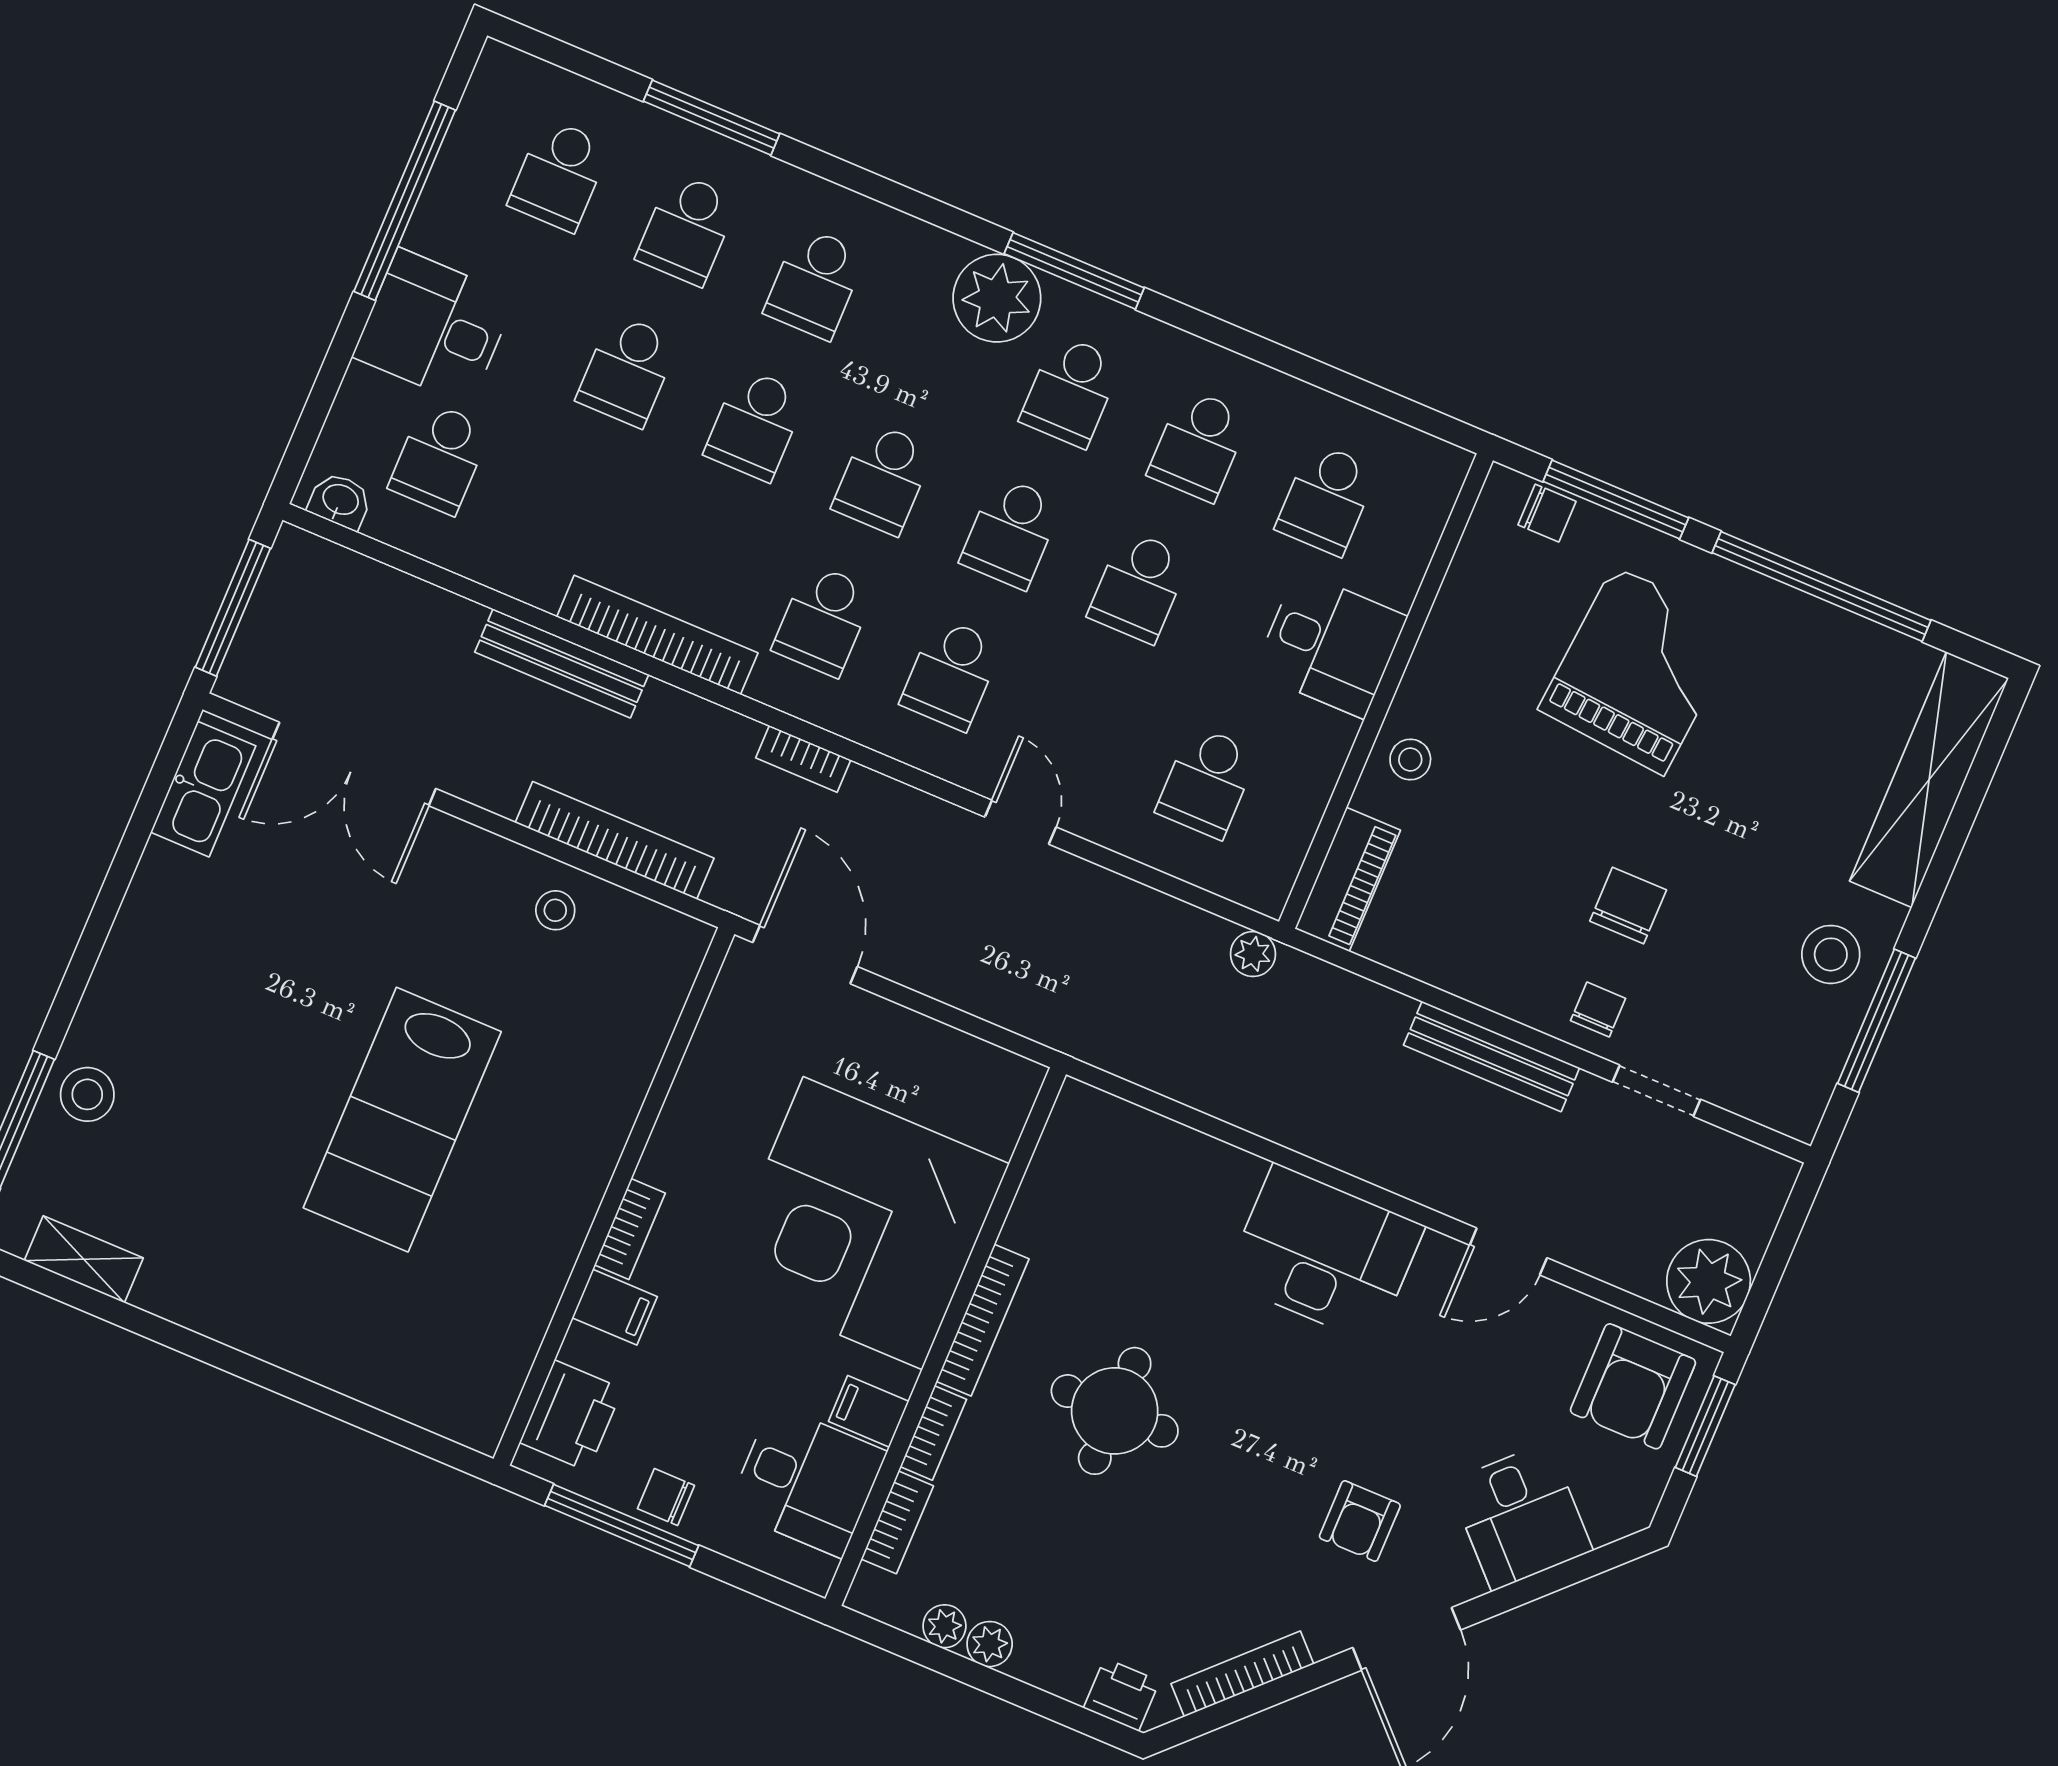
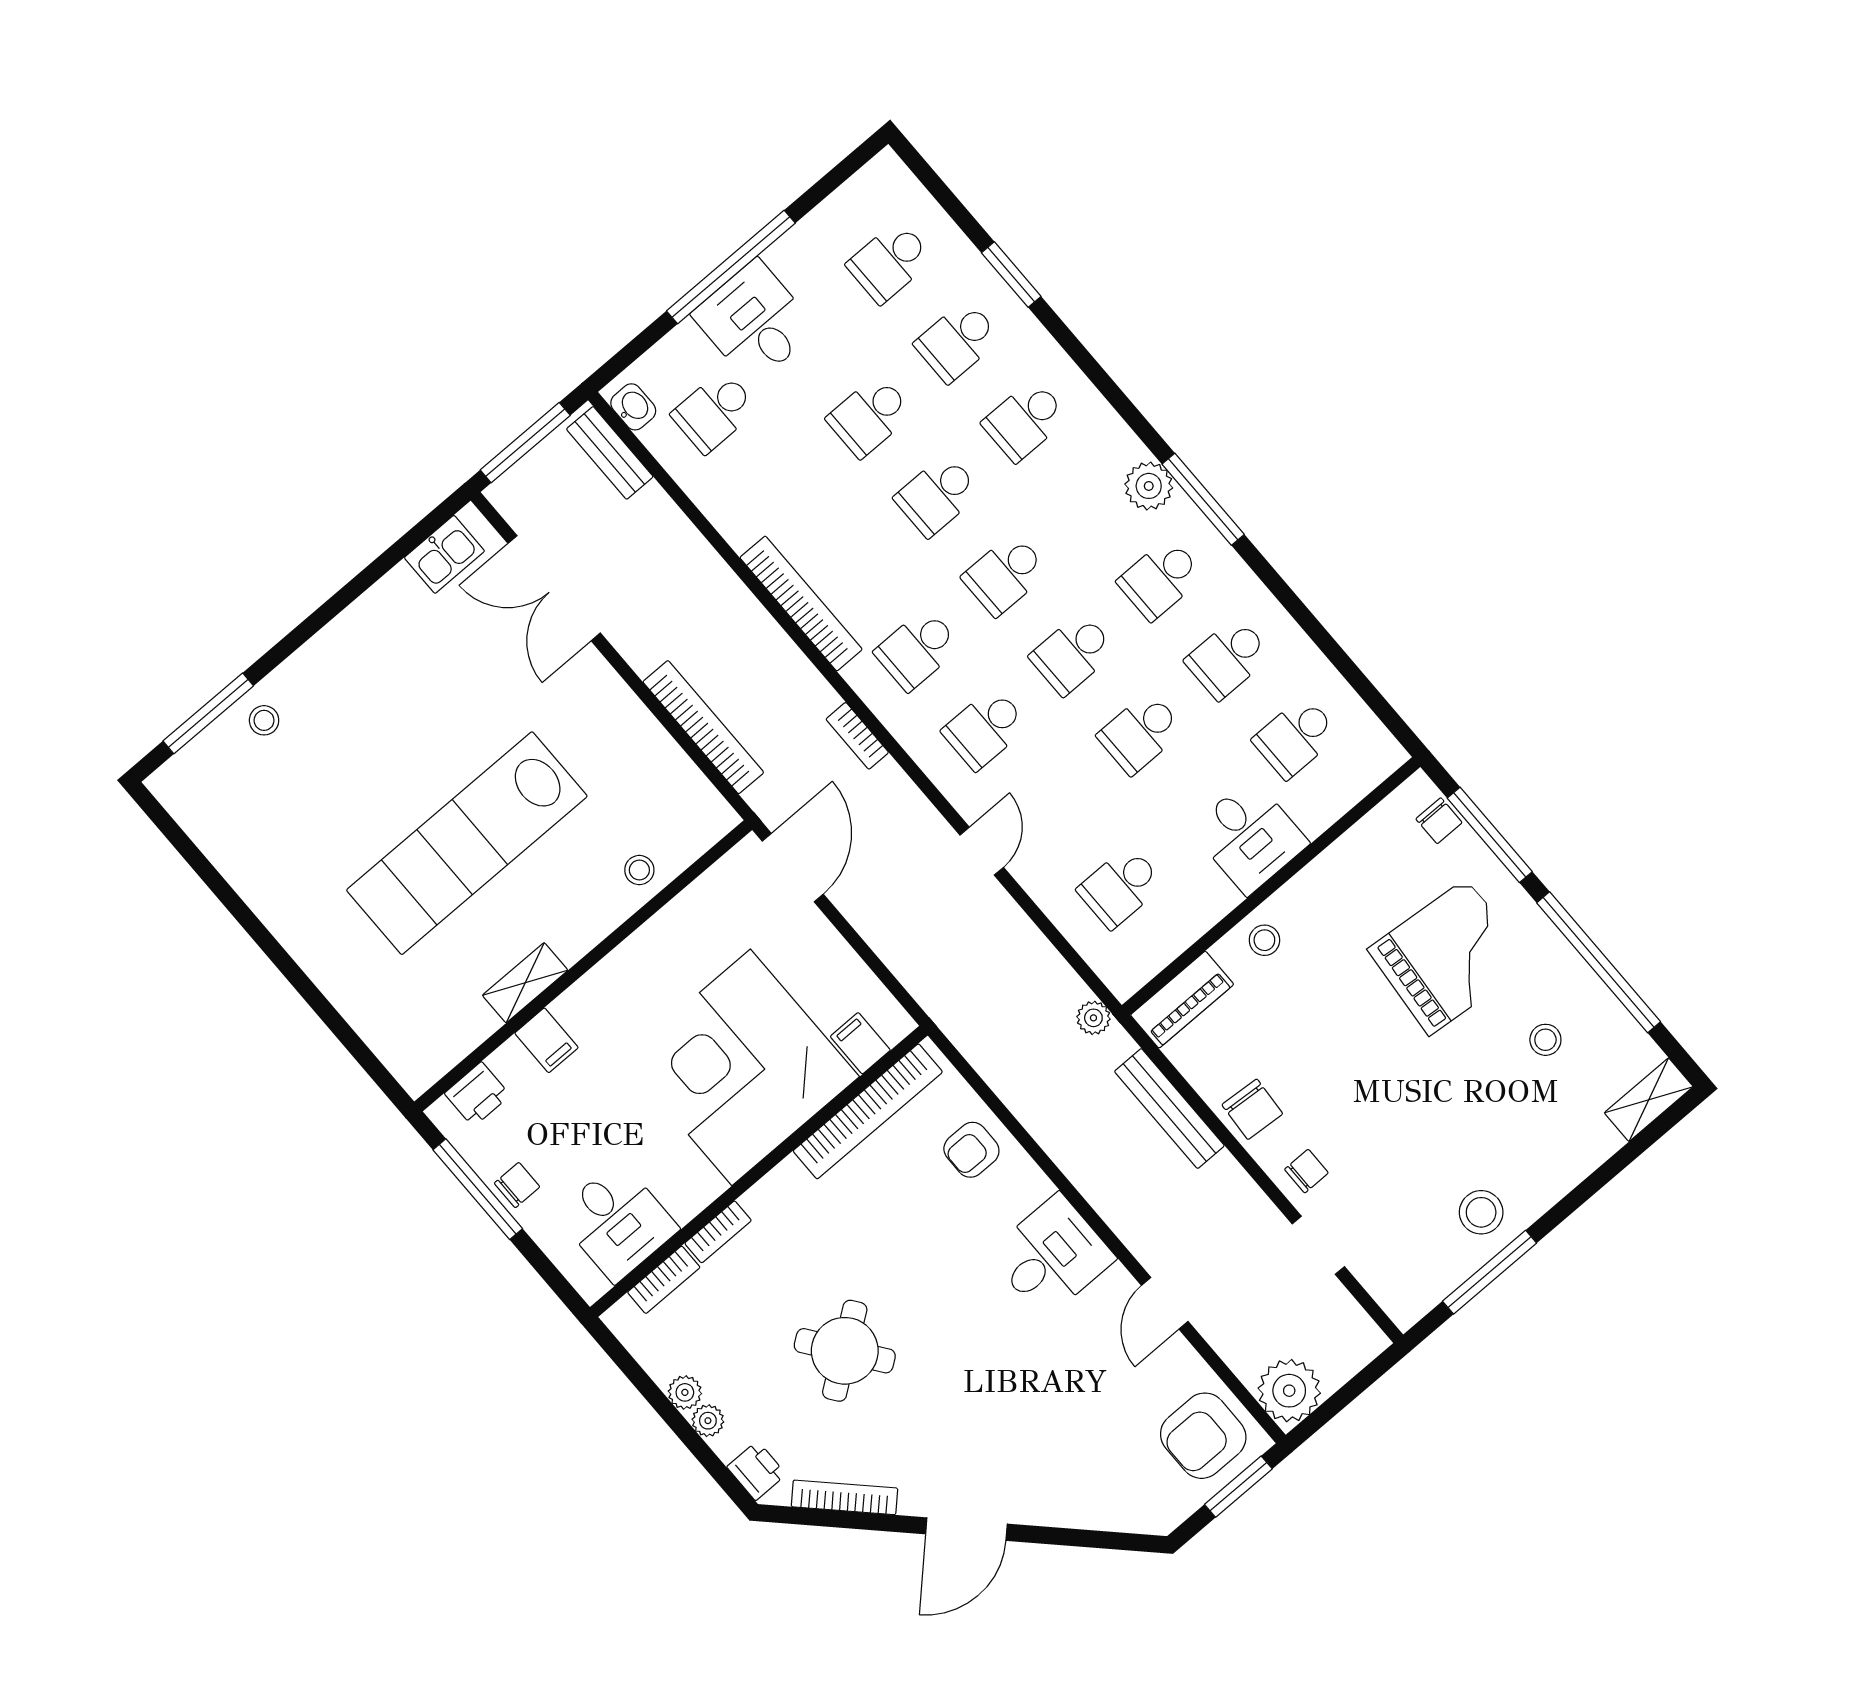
window: (712, 118) -> (1011, 275), width x0.69
window: (405, 201) -> (731, 267), moved
plant: (997, 298) -> (1149, 486), width x0.73, depth x0.73
bench: (562, 663) -> (610, 453), moved, width x0.73
stool: (1805, 710) -> (1545, 1040), added
shelving: (1929, 780) -> (1649, 1100), width x0.45, depth x0.75
kitchen sink: (203, 789) -> (444, 554), width x0.73
chair: (1628, 905) -> (1252, 1109), moved, turned 94
stool: (555, 910) -> (639, 870), moved
bench: (1492, 1056) -> (1169, 1108), moved
stool: (87, 1094) -> (264, 720), width x0.73, depth x0.73
lab bench: (402, 1120) -> (467, 843), width x1.36
bookcase: (630, 1229) -> (583, 993), removed
door: (1508, 1252) -> (1165, 1303), hinge flipped
desk: (1324, 1254) -> (1052, 1256), width x0.73
shelving: (84, 1259) -> (525, 983), moved, turned 90
bookcase: (983, 1320) -> (868, 1111), moved, width x1.48, depth x1.31
filing cabinet: (869, 1411) -> (860, 1043), moved
round table: (1115, 1411) -> (845, 1351), moved, turned -36
printer: (571, 1416) -> (477, 1094), width x0.73, depth x0.81
chair: (666, 1497) -> (517, 1185), turned 90
desk: (1520, 1516) -> (1084, 1485), removed
armchair: (1360, 1521) -> (971, 1150), moved
plant: (944, 1626) -> (708, 1421), moved

